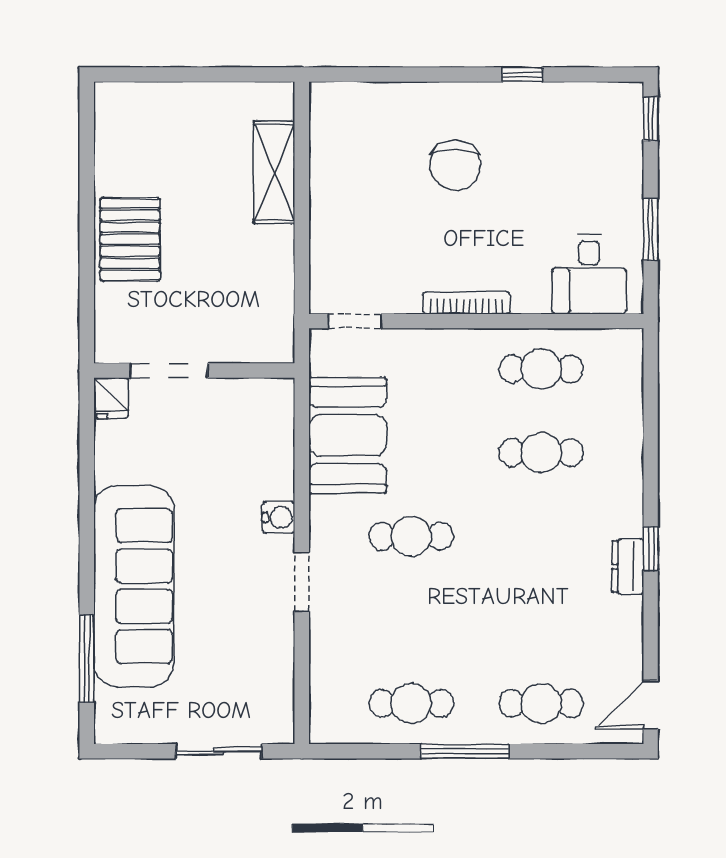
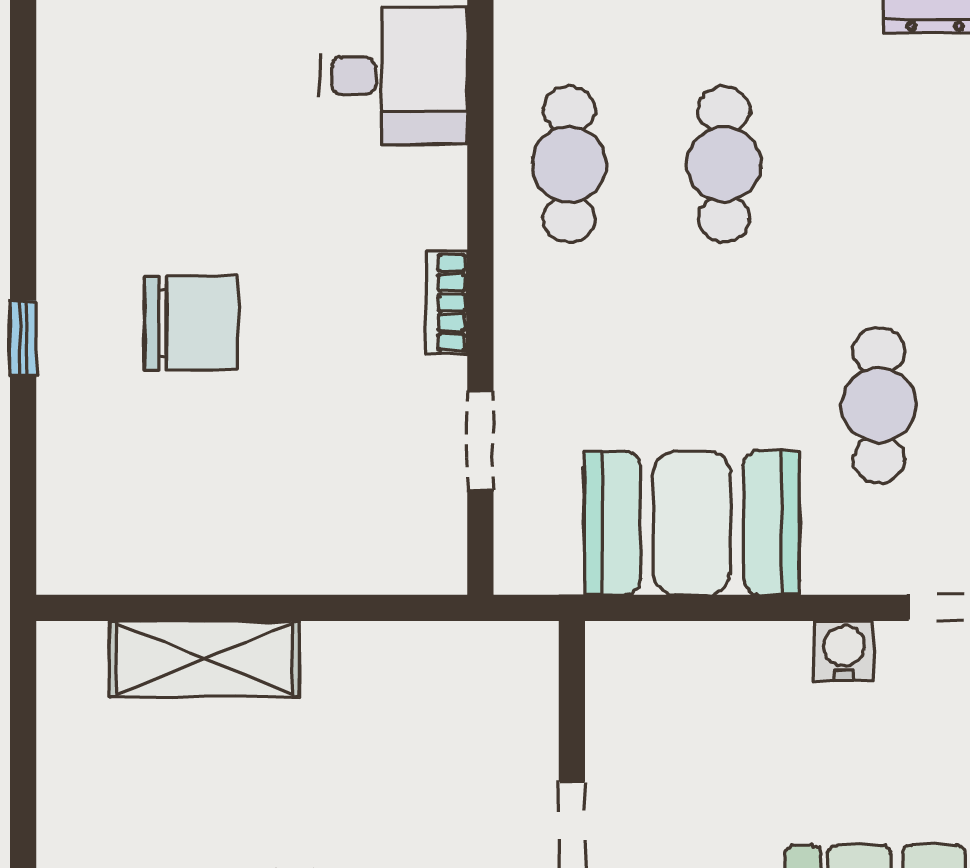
window: (523, 74) -> (23, 338), moved
bookcase: (466, 303) -> (447, 303), width x0.64
doorway: (355, 321) -> (480, 441), moved

